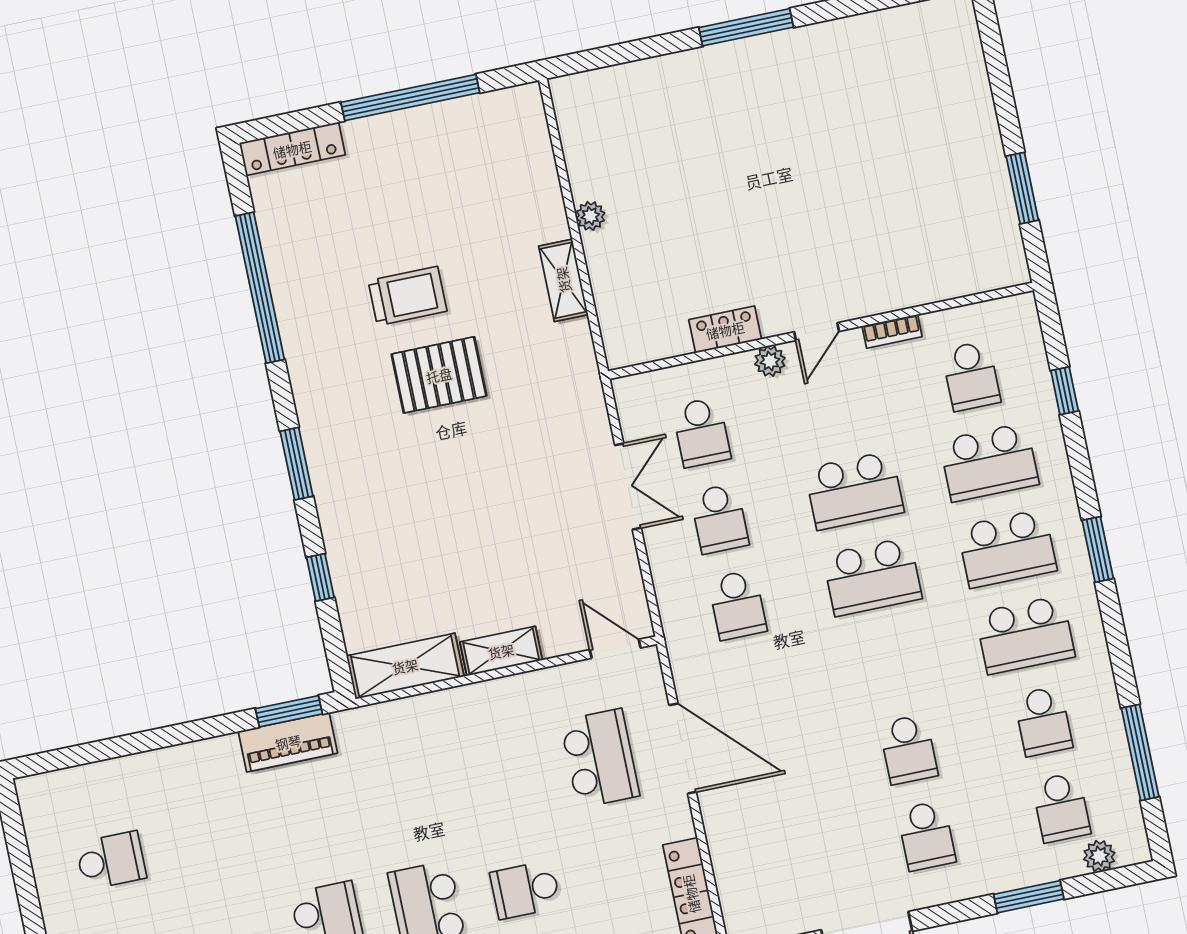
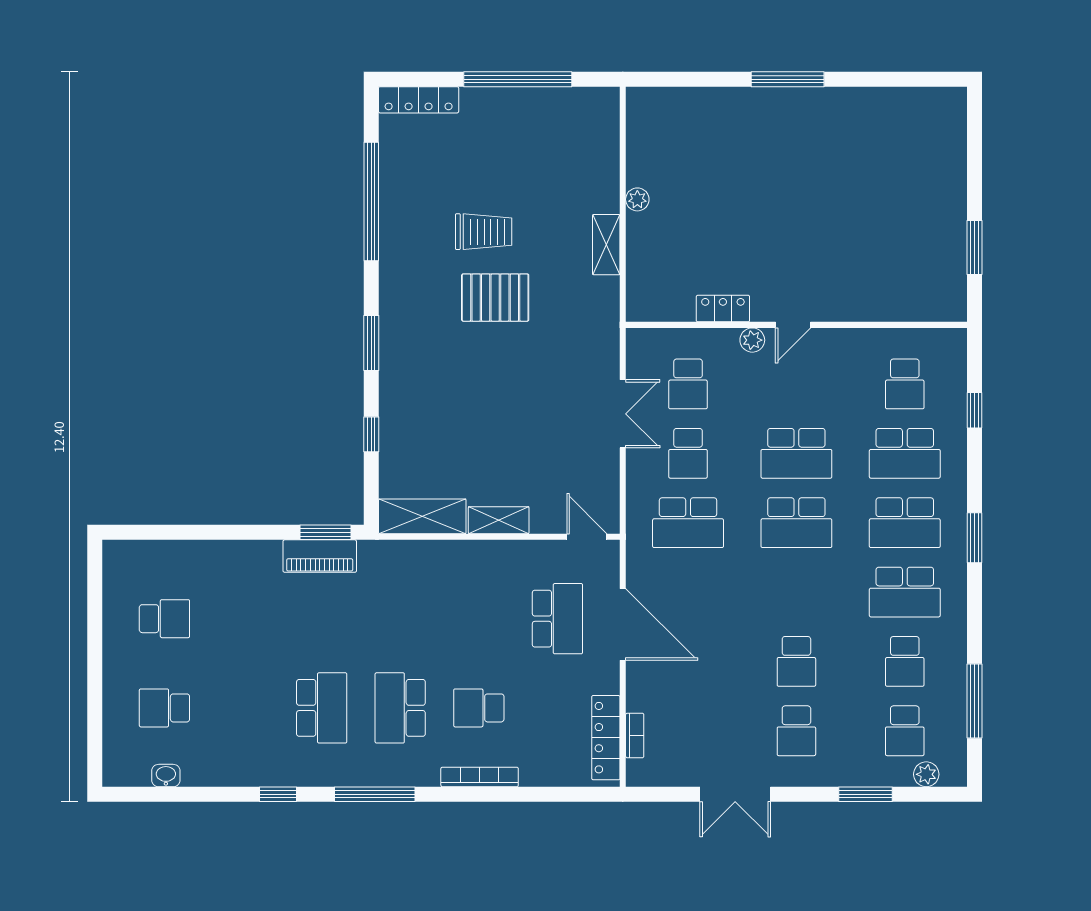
bookcase: (892, 331) -> (635, 735), moved, turned -90
school desk: (737, 605) -> (688, 523), width x1.85

